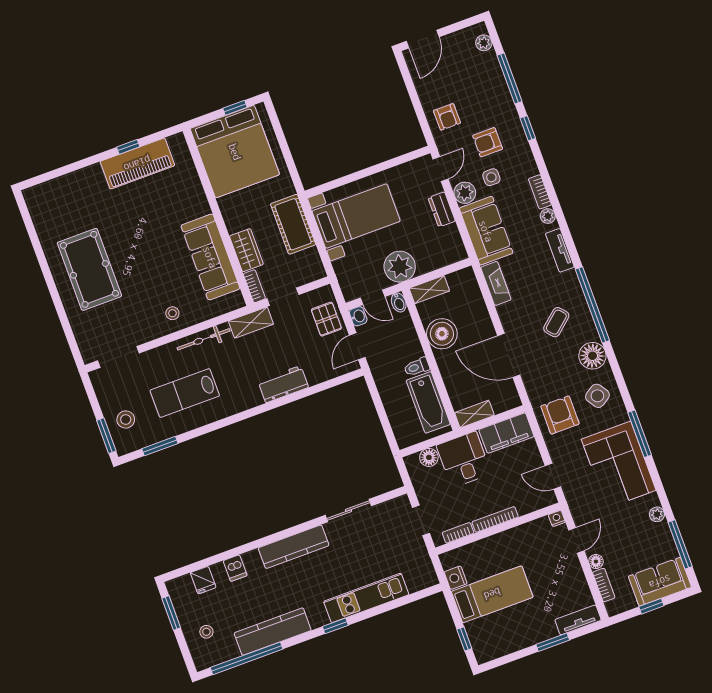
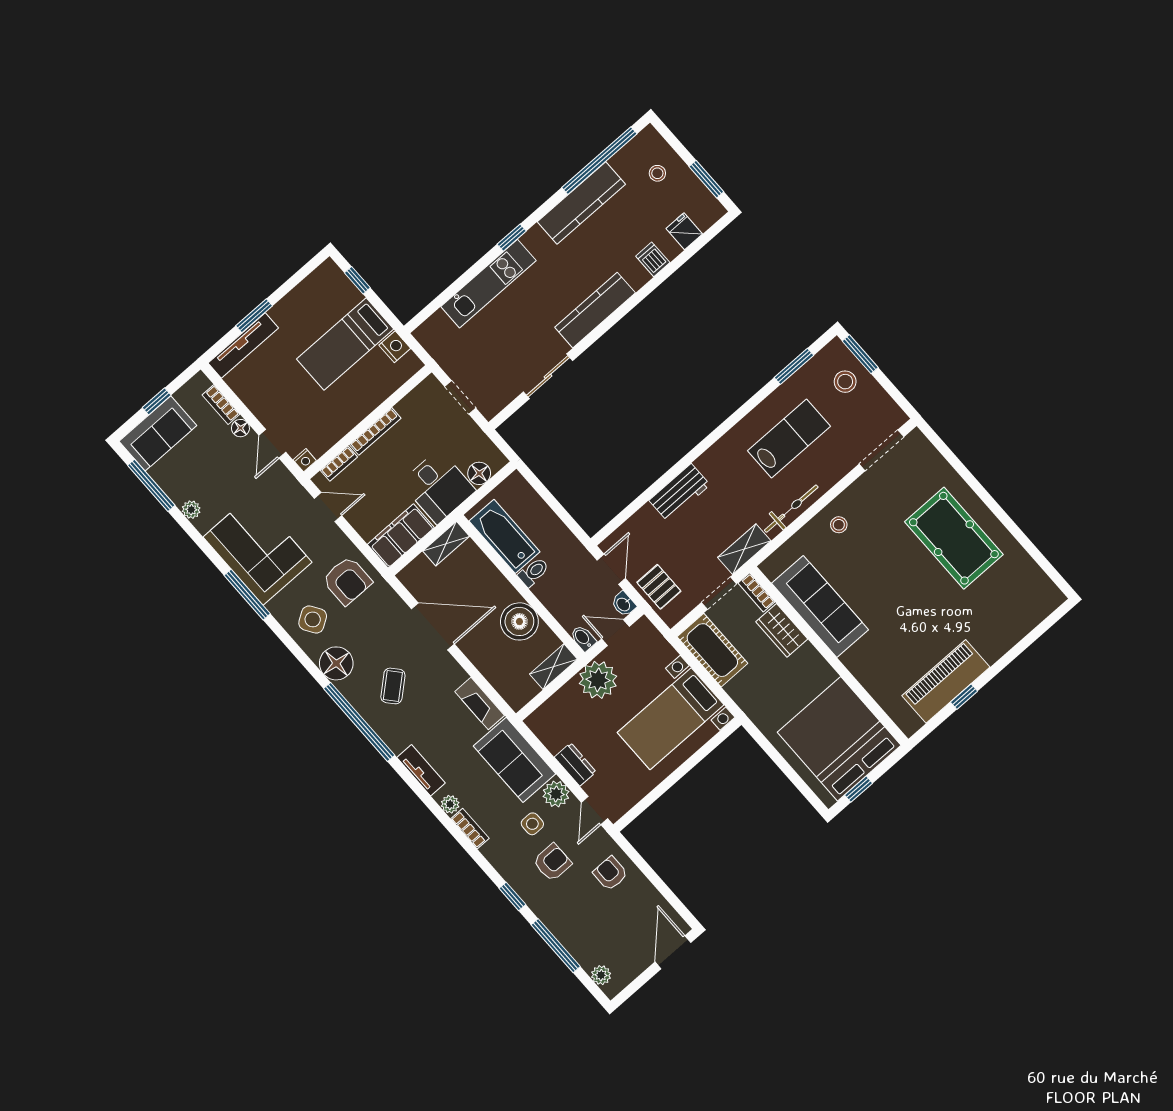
cot: (293, 224) -> (712, 650), moved
bookcase: (458, 533) -> (339, 464), moved
tv unit: (578, 620) -> (243, 346), width x1.41

